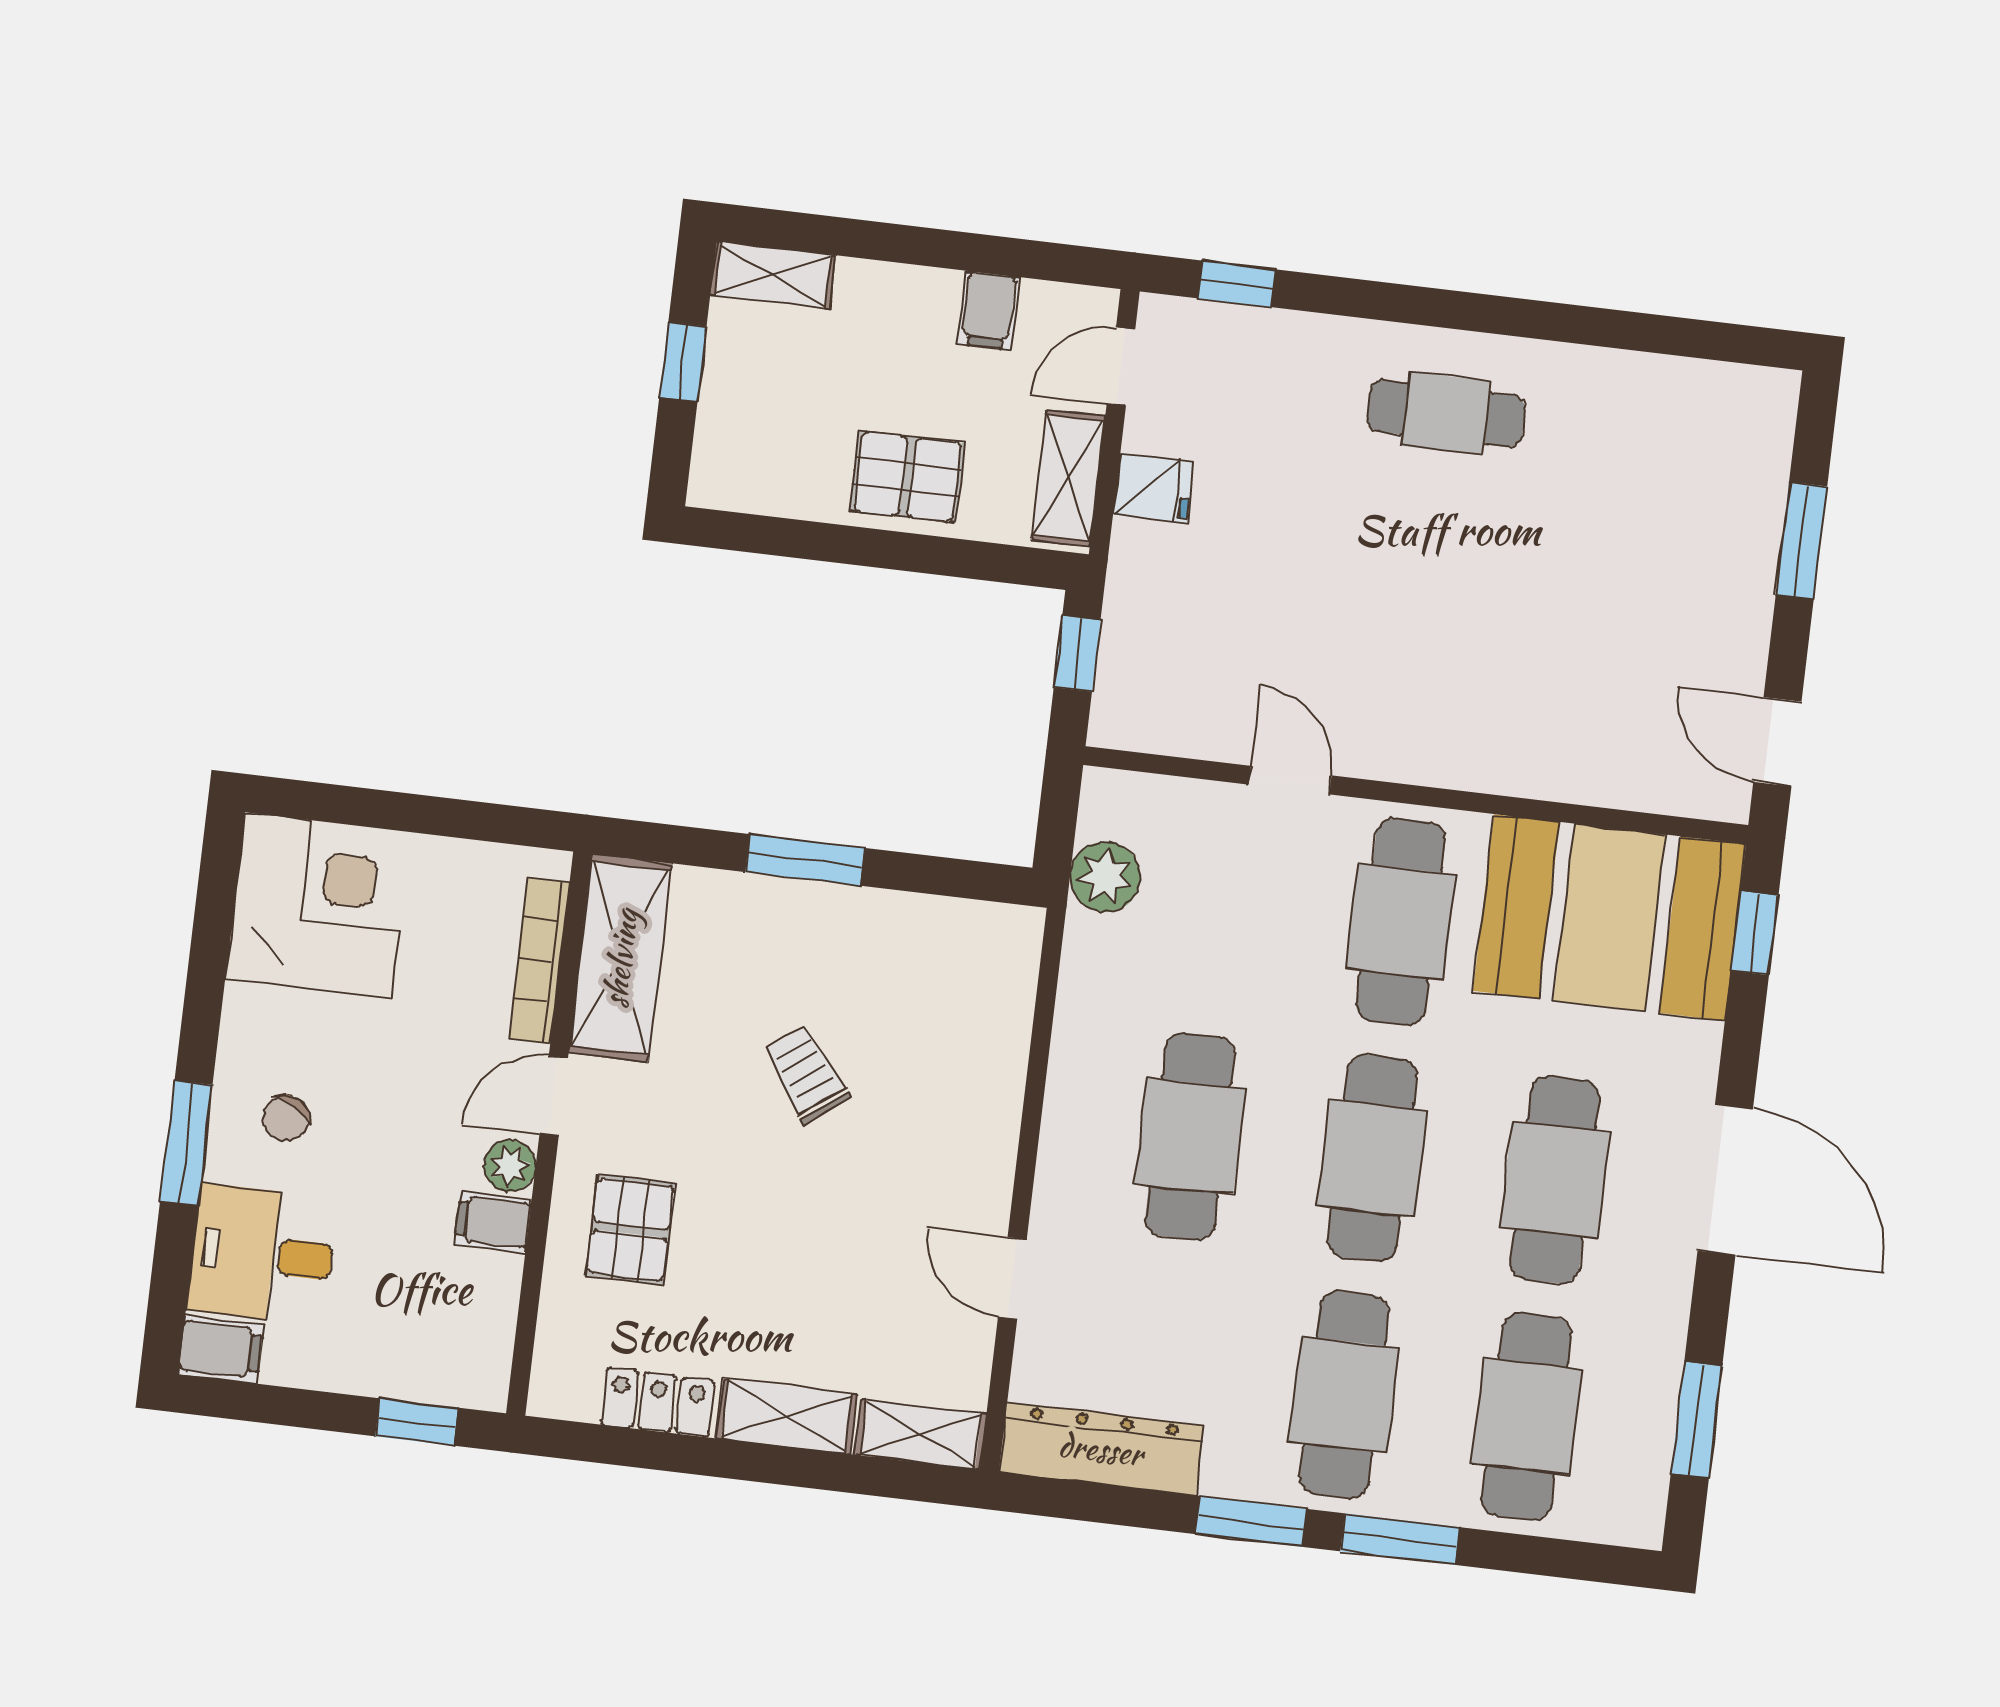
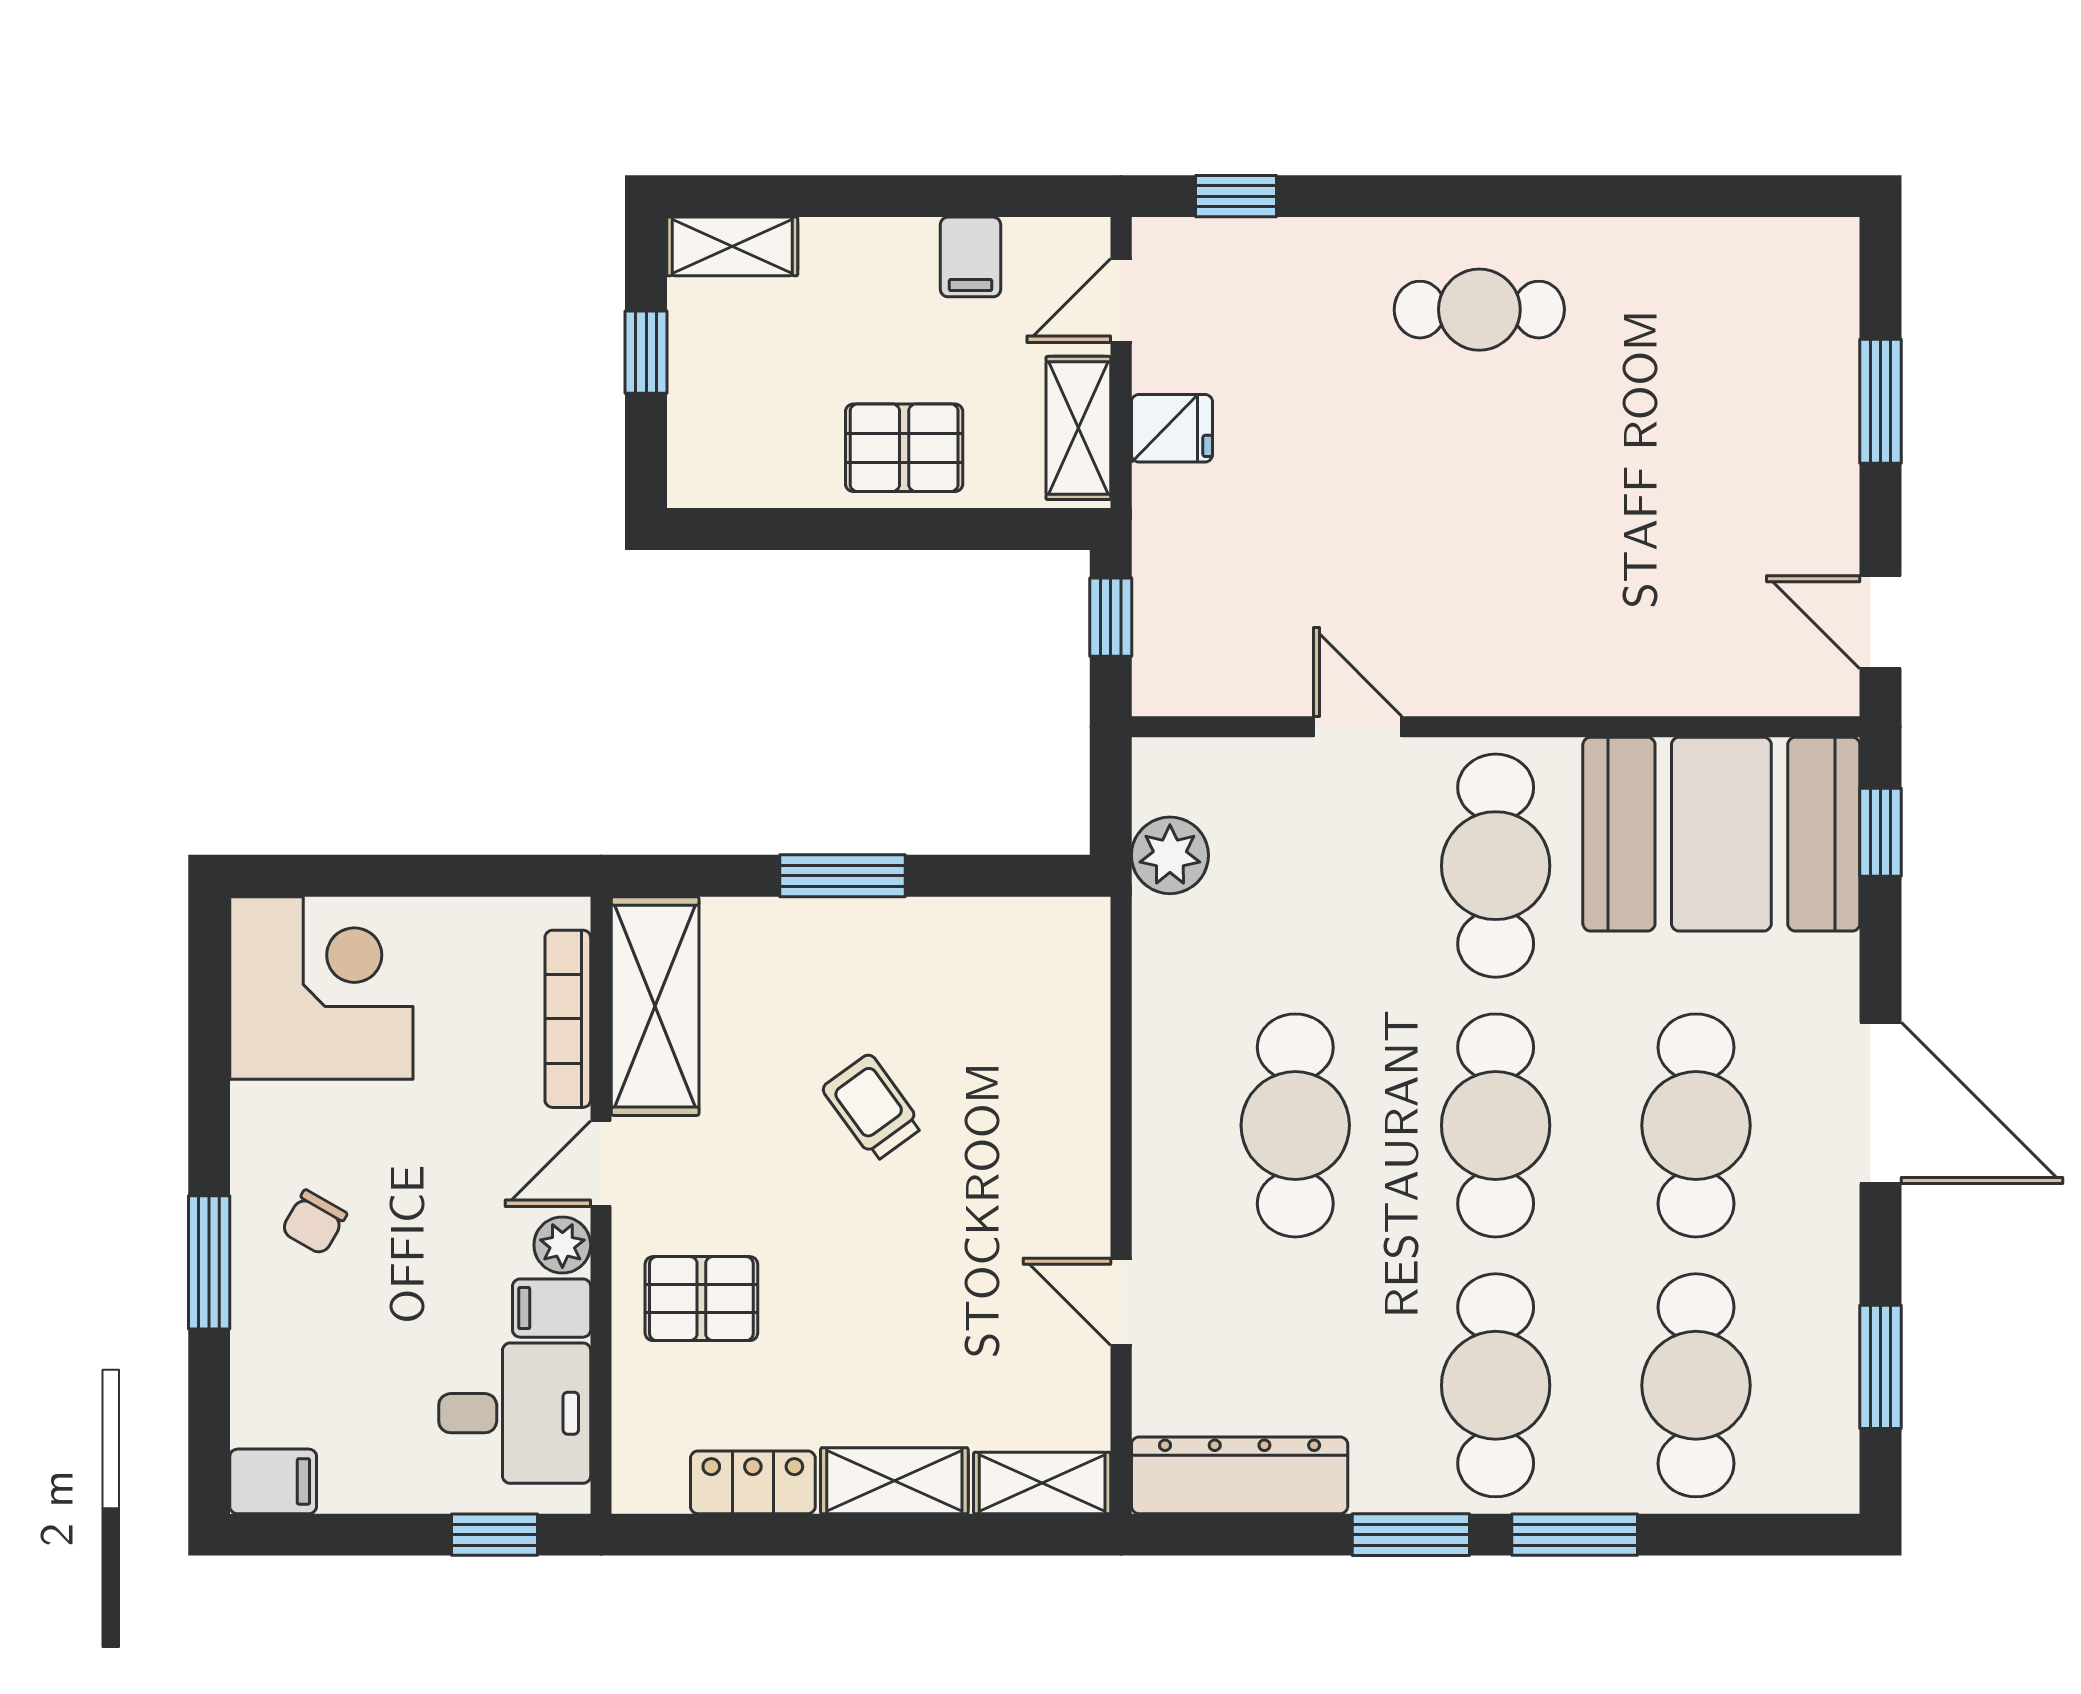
pallet: (631, 1230) -> (701, 1299), turned 90
desk: (262, 1254) -> (515, 1413), moved, turned 180

